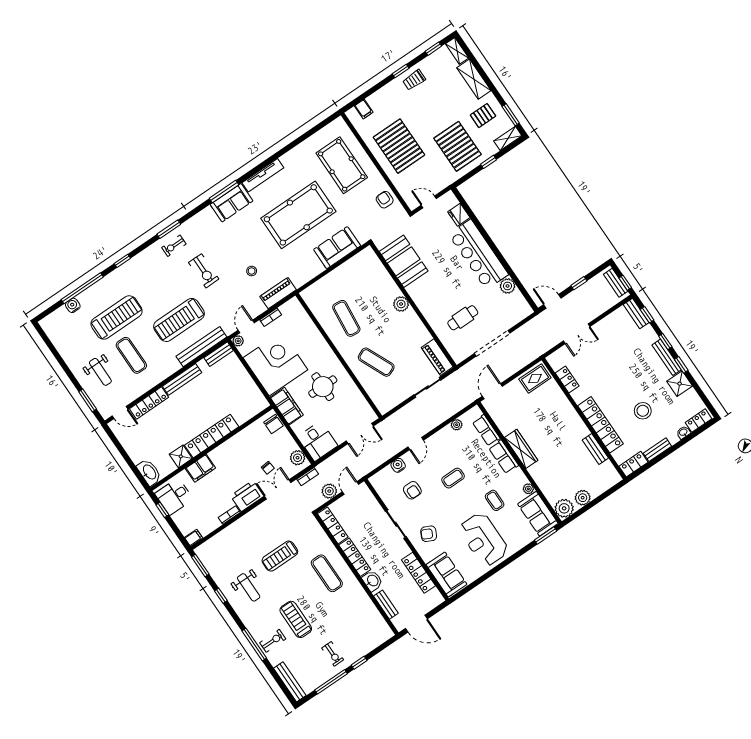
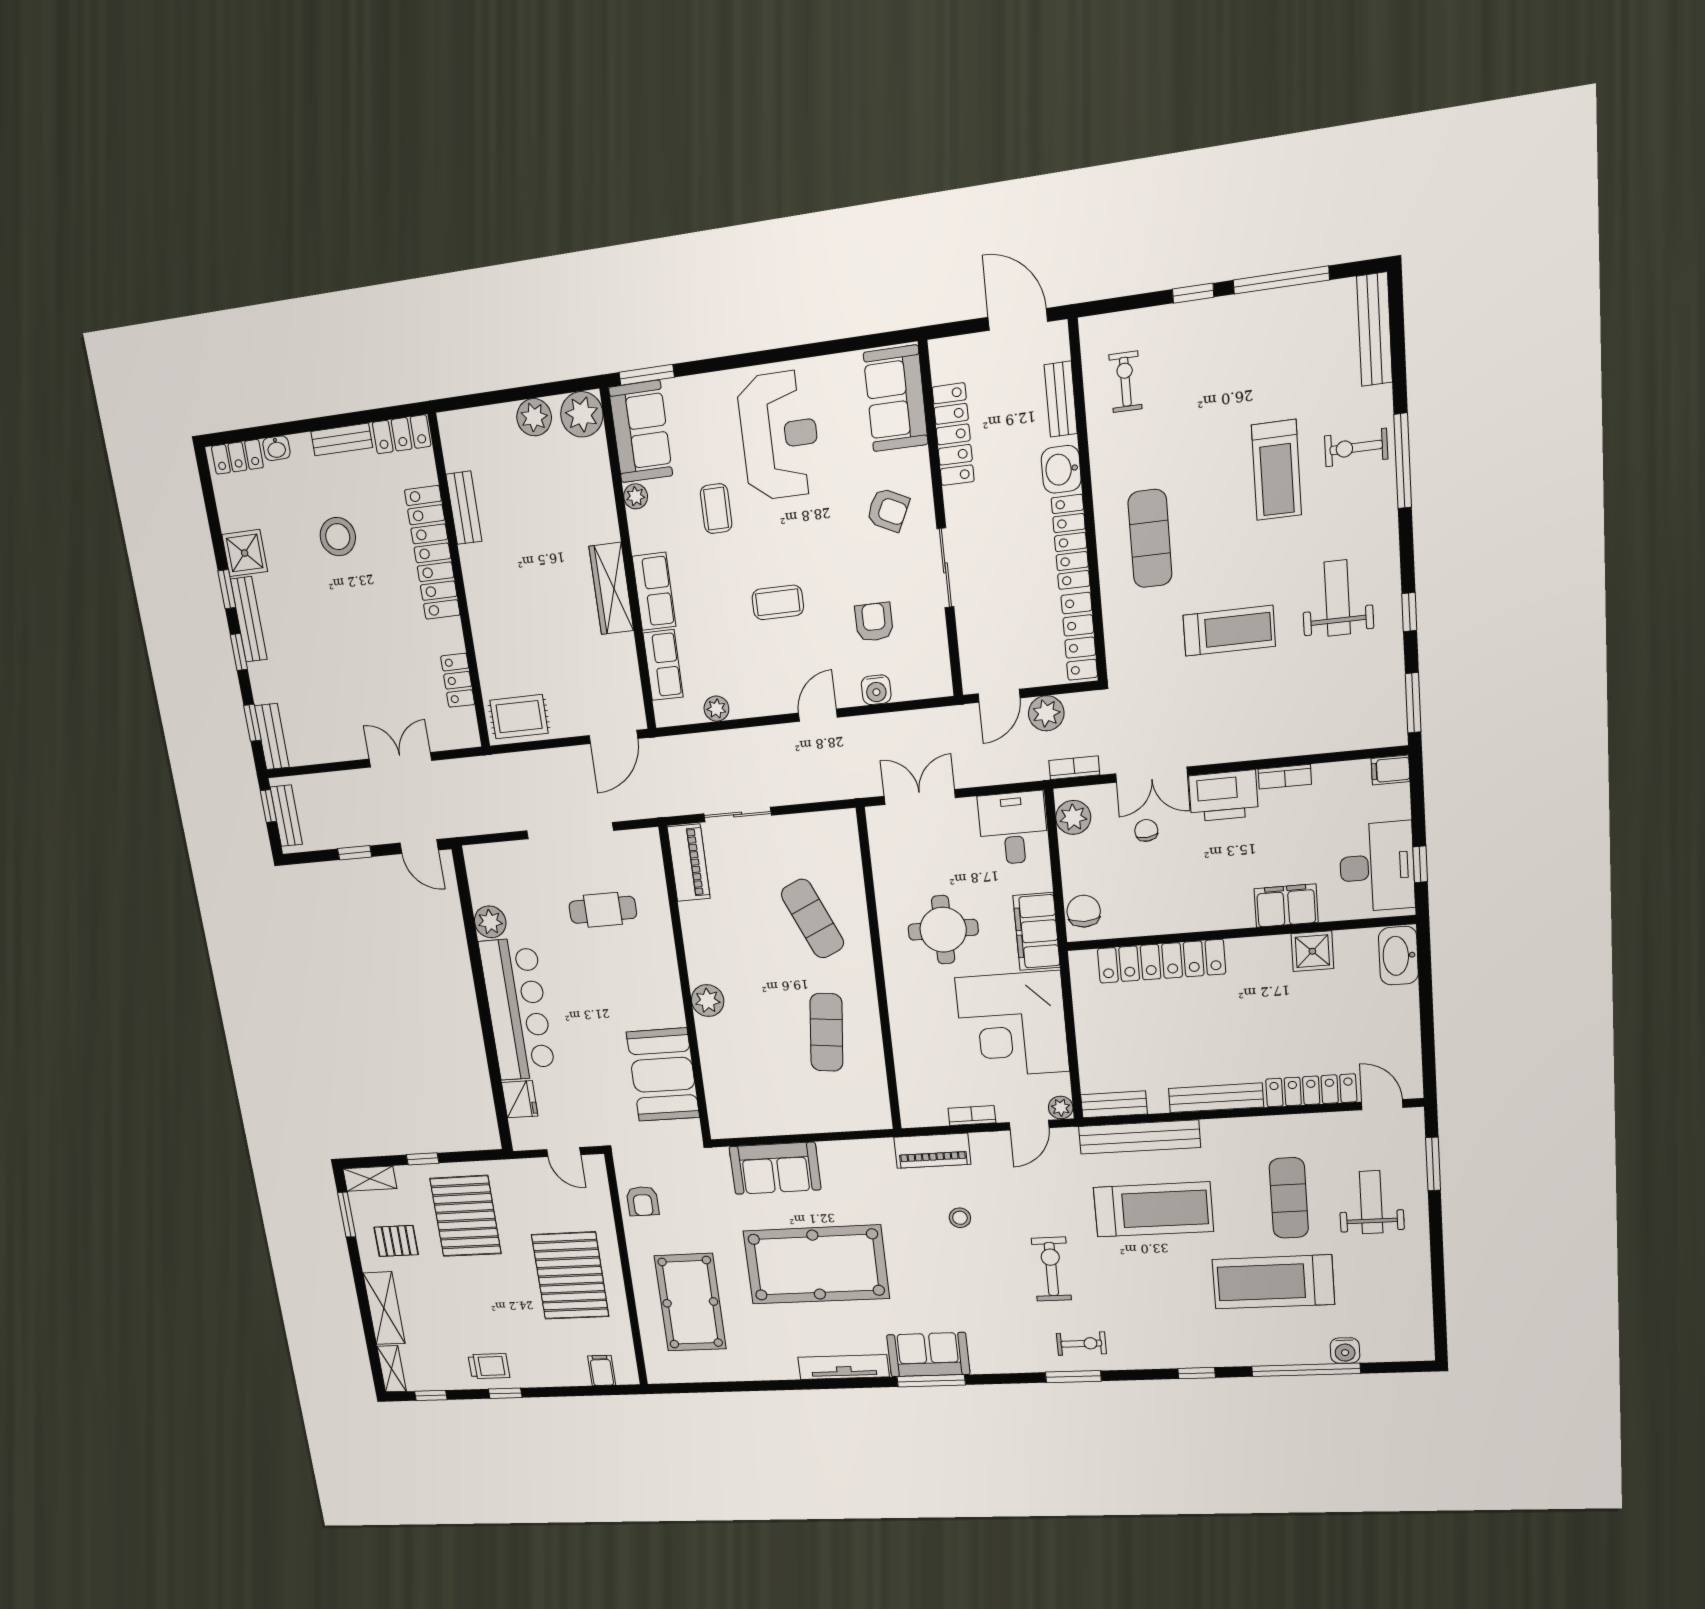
locker: (212, 436) -> (1161, 961), moved
desk: (174, 496) -> (1377, 867), width x1.37
exercise bike: (333, 654) -> (1125, 382), moved

